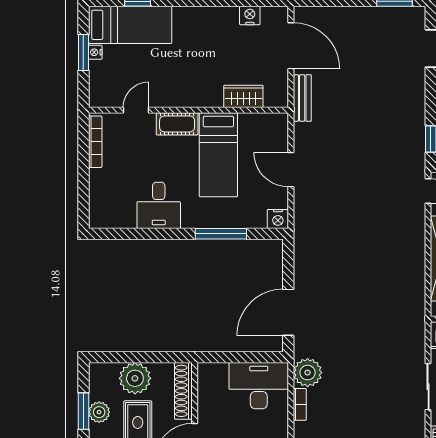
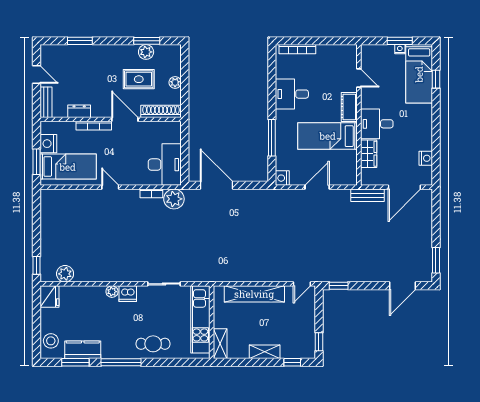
desk: (201, 85) -> (377, 124), added
bookcase: (95, 142) -> (297, 49), moved
plant: (135, 378) -> (175, 82), width x0.53, depth x0.53

